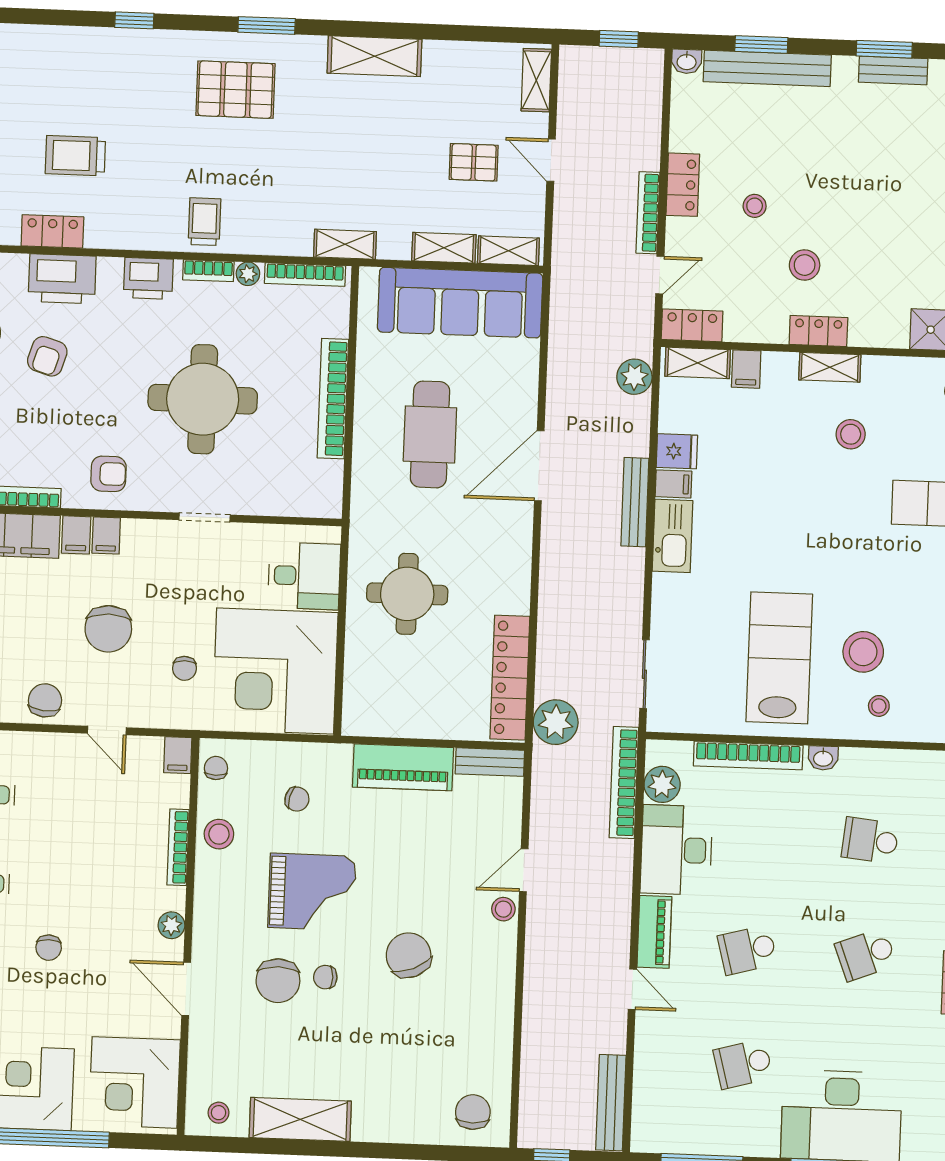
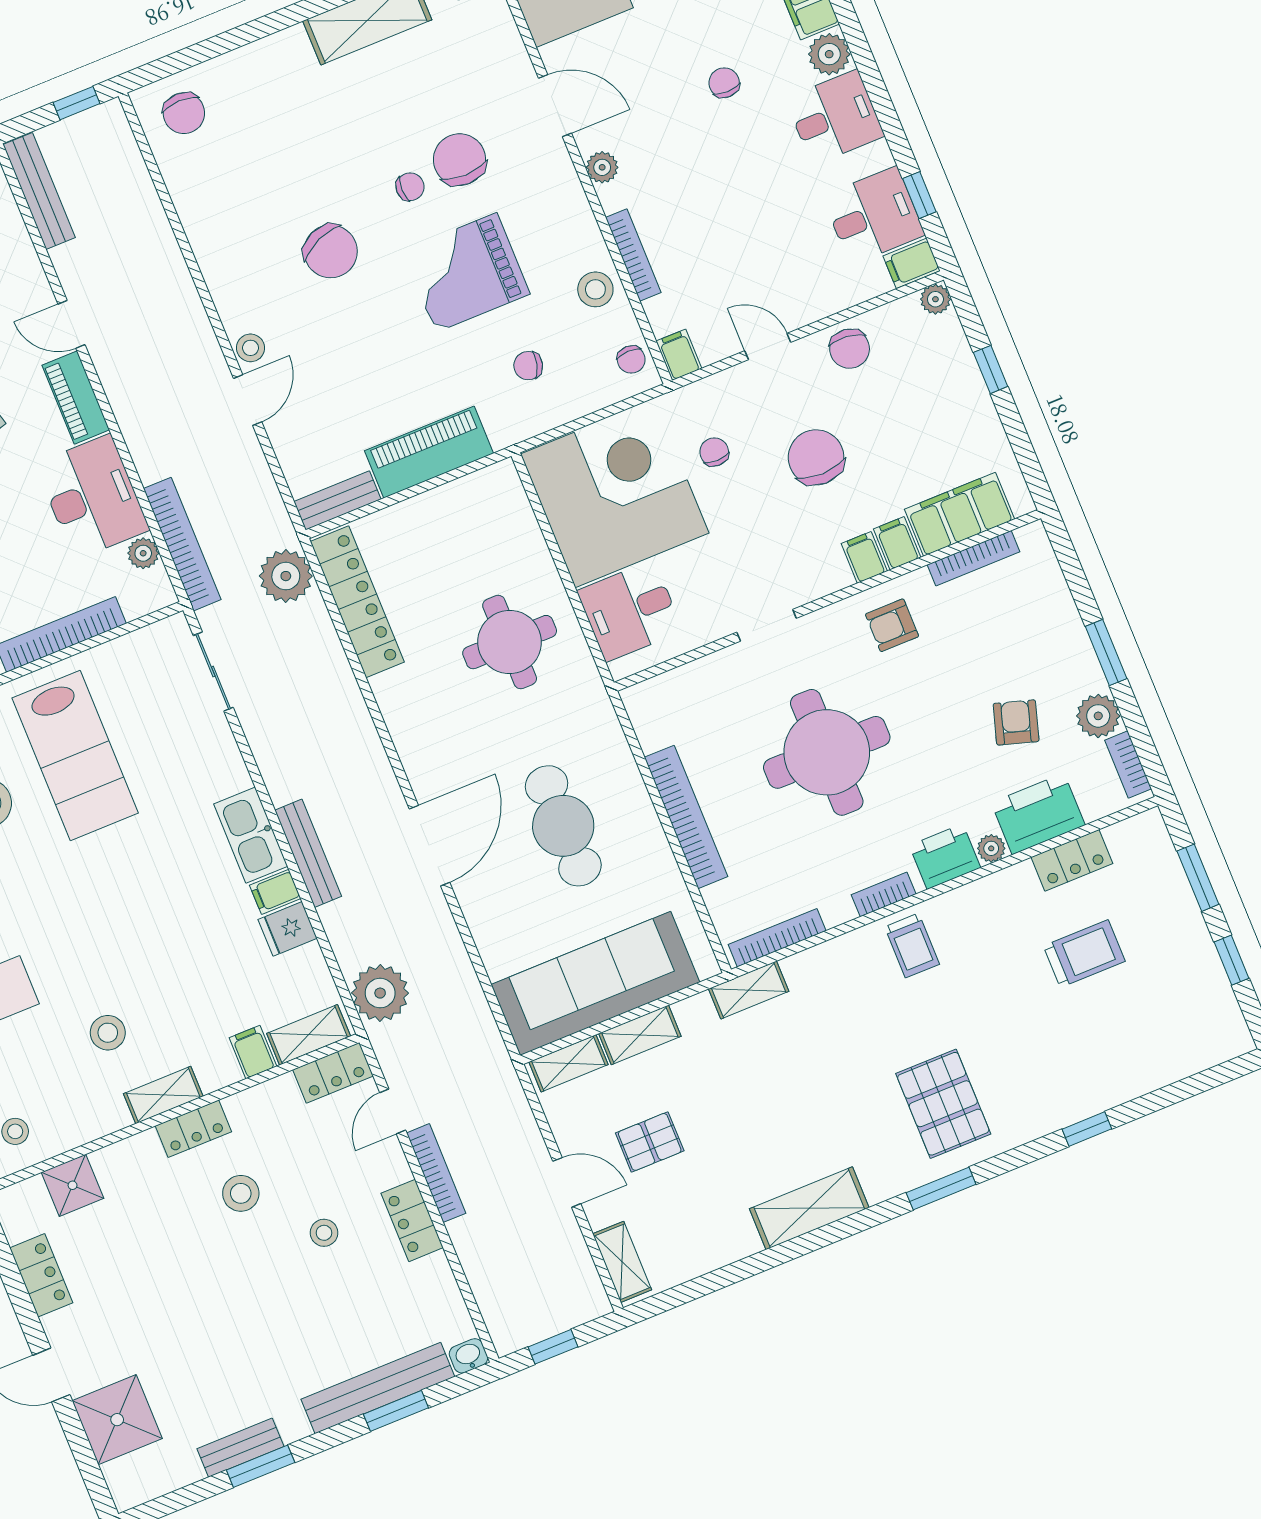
pallet: (235, 90) -> (943, 1104), turned 90
plant: (248, 274) -> (991, 848), moved
plant: (634, 377) -> (380, 993), width x1.36, depth x1.36
plant: (662, 784) -> (143, 553), width x0.73, depth x0.73

